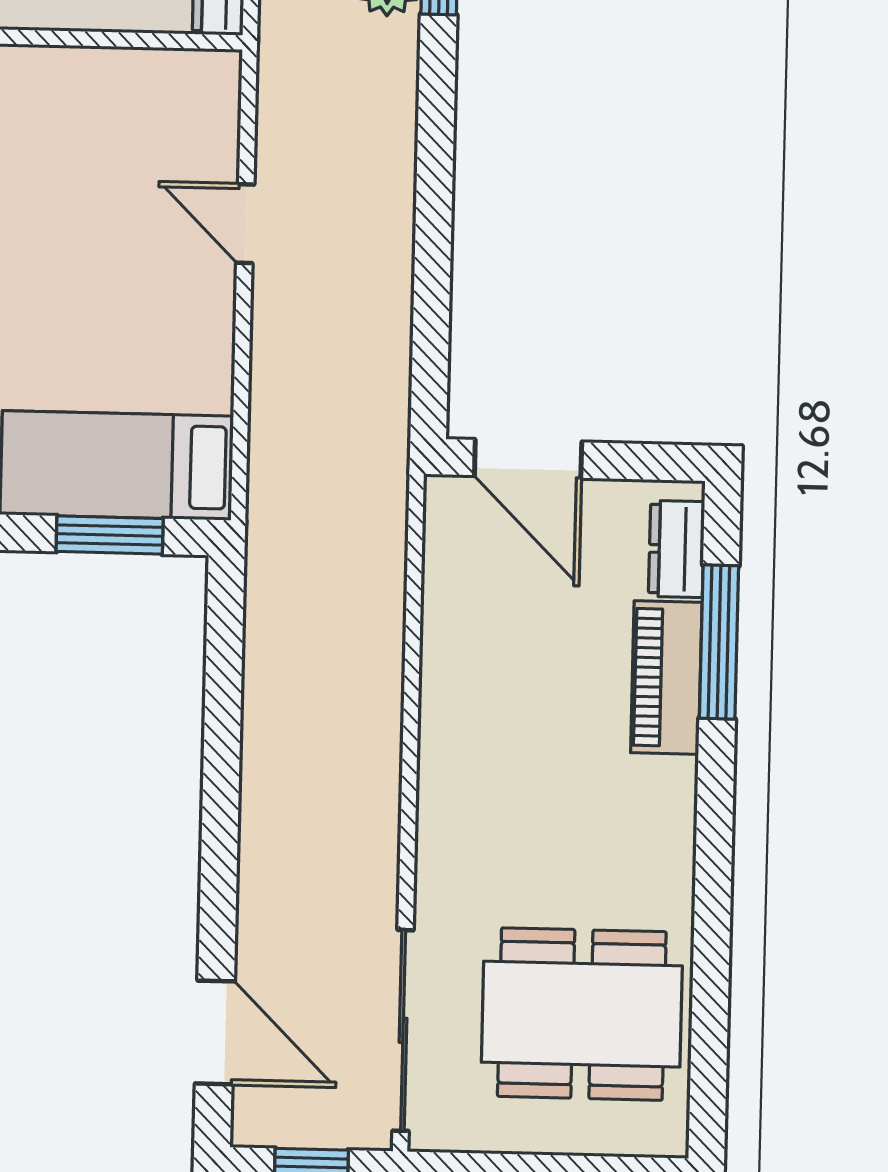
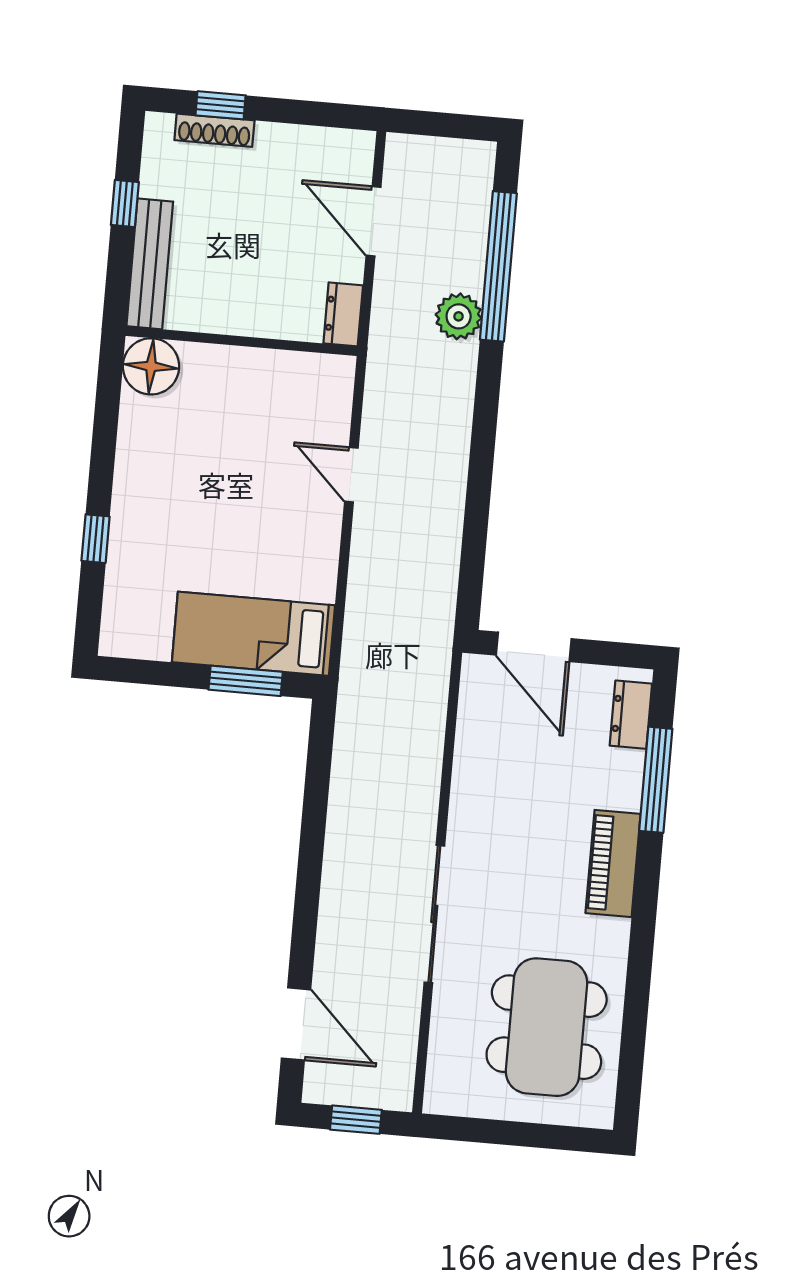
piano: (666, 678) -> (613, 863), moved
dining table: (582, 1014) -> (547, 1027), turned 90
sliding door: (403, 1030) -> (434, 914), moved

